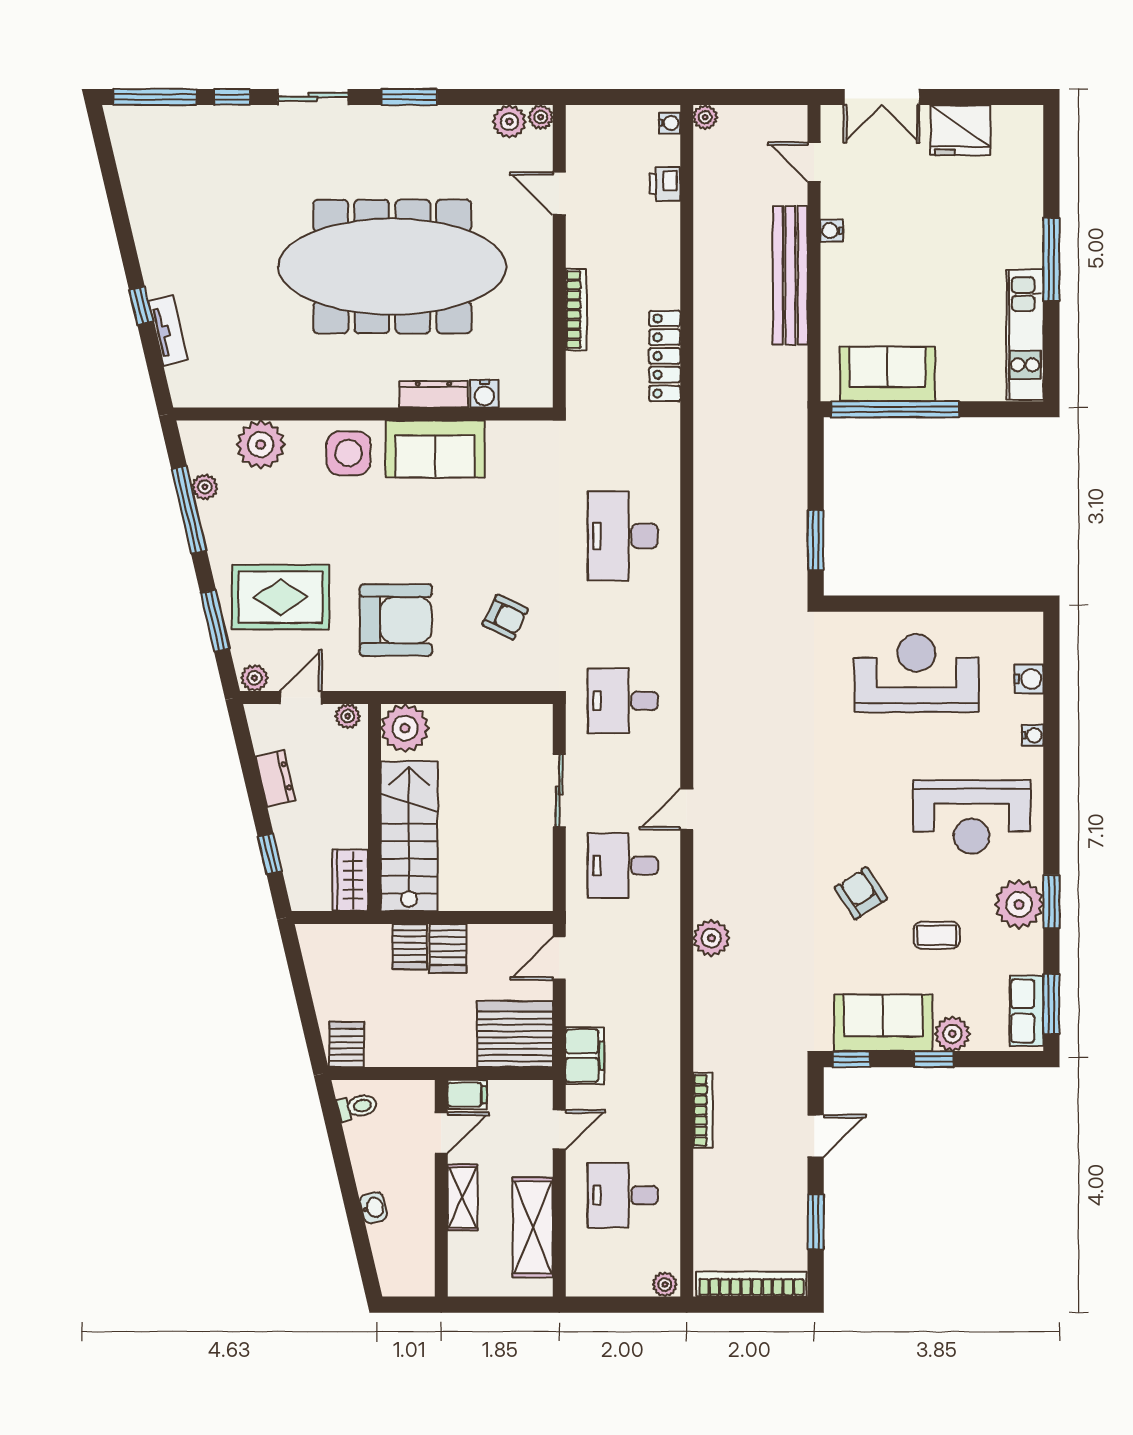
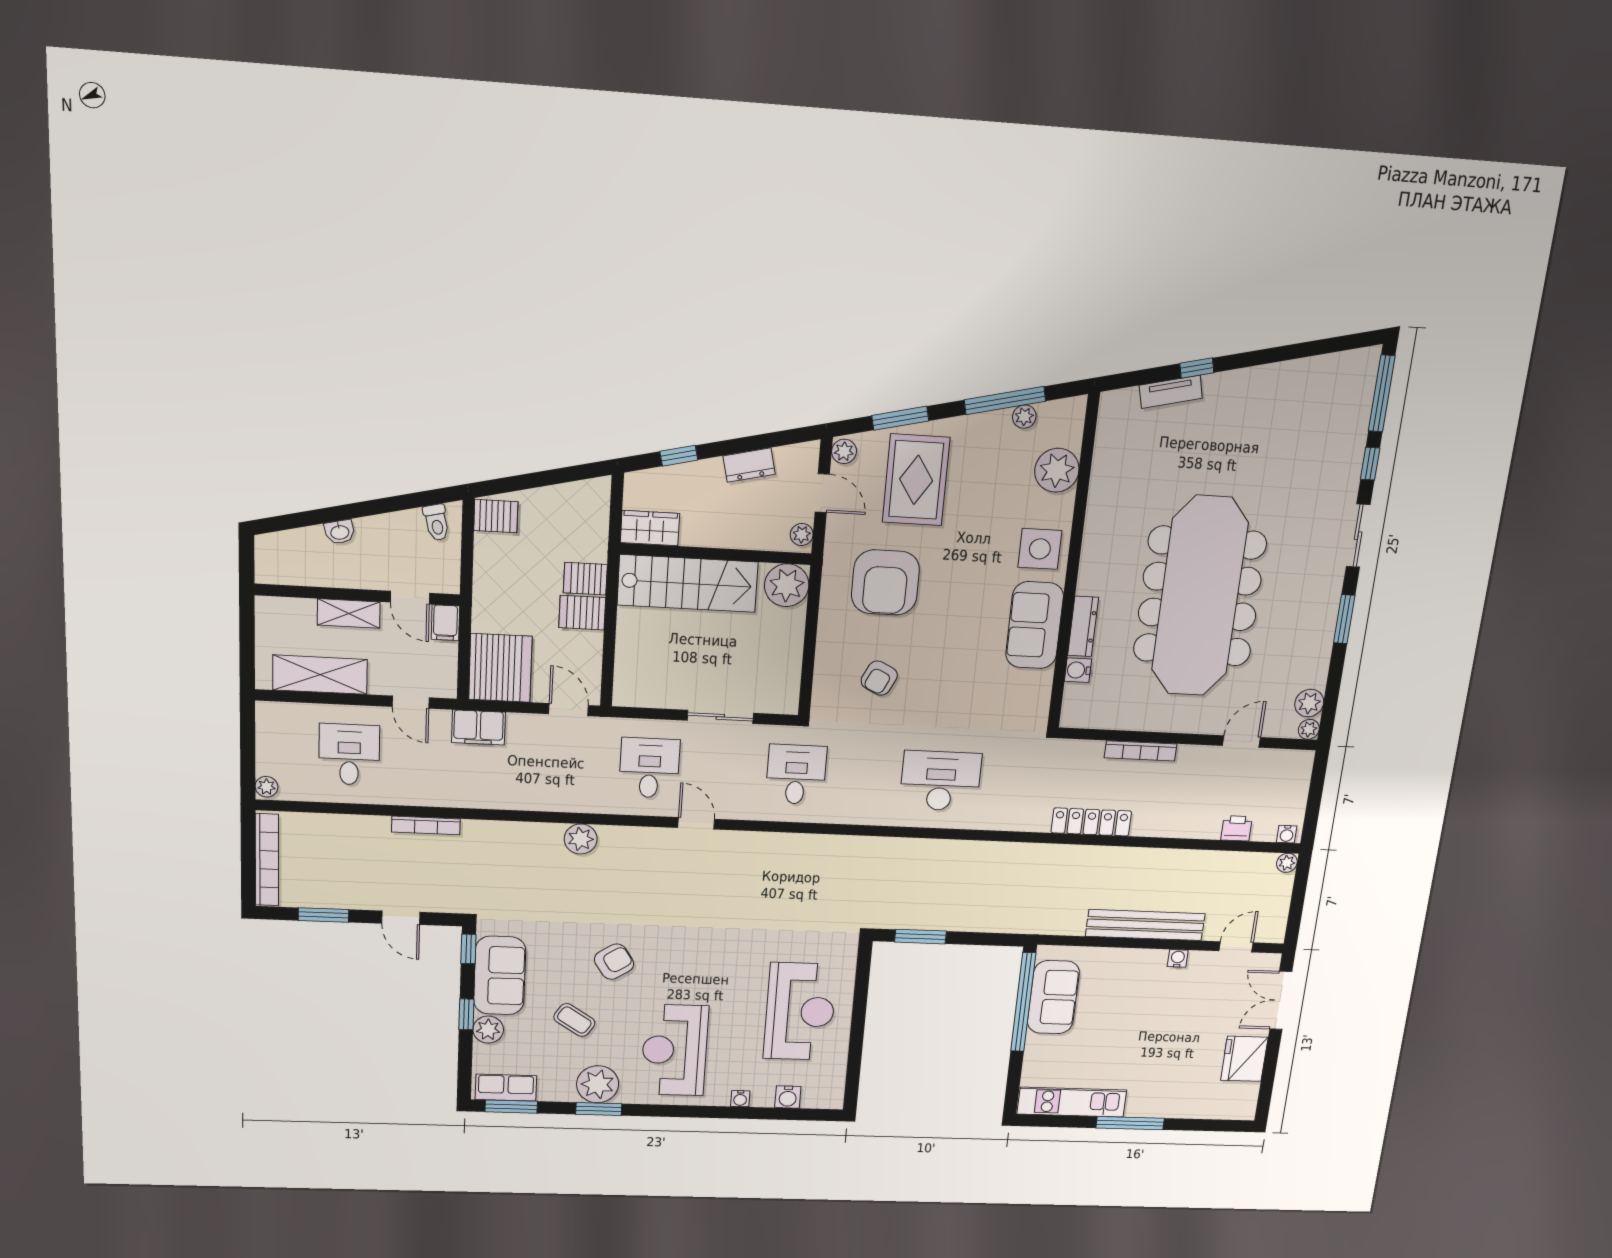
coffee table: (937, 935) -> (574, 1020), turned -57

